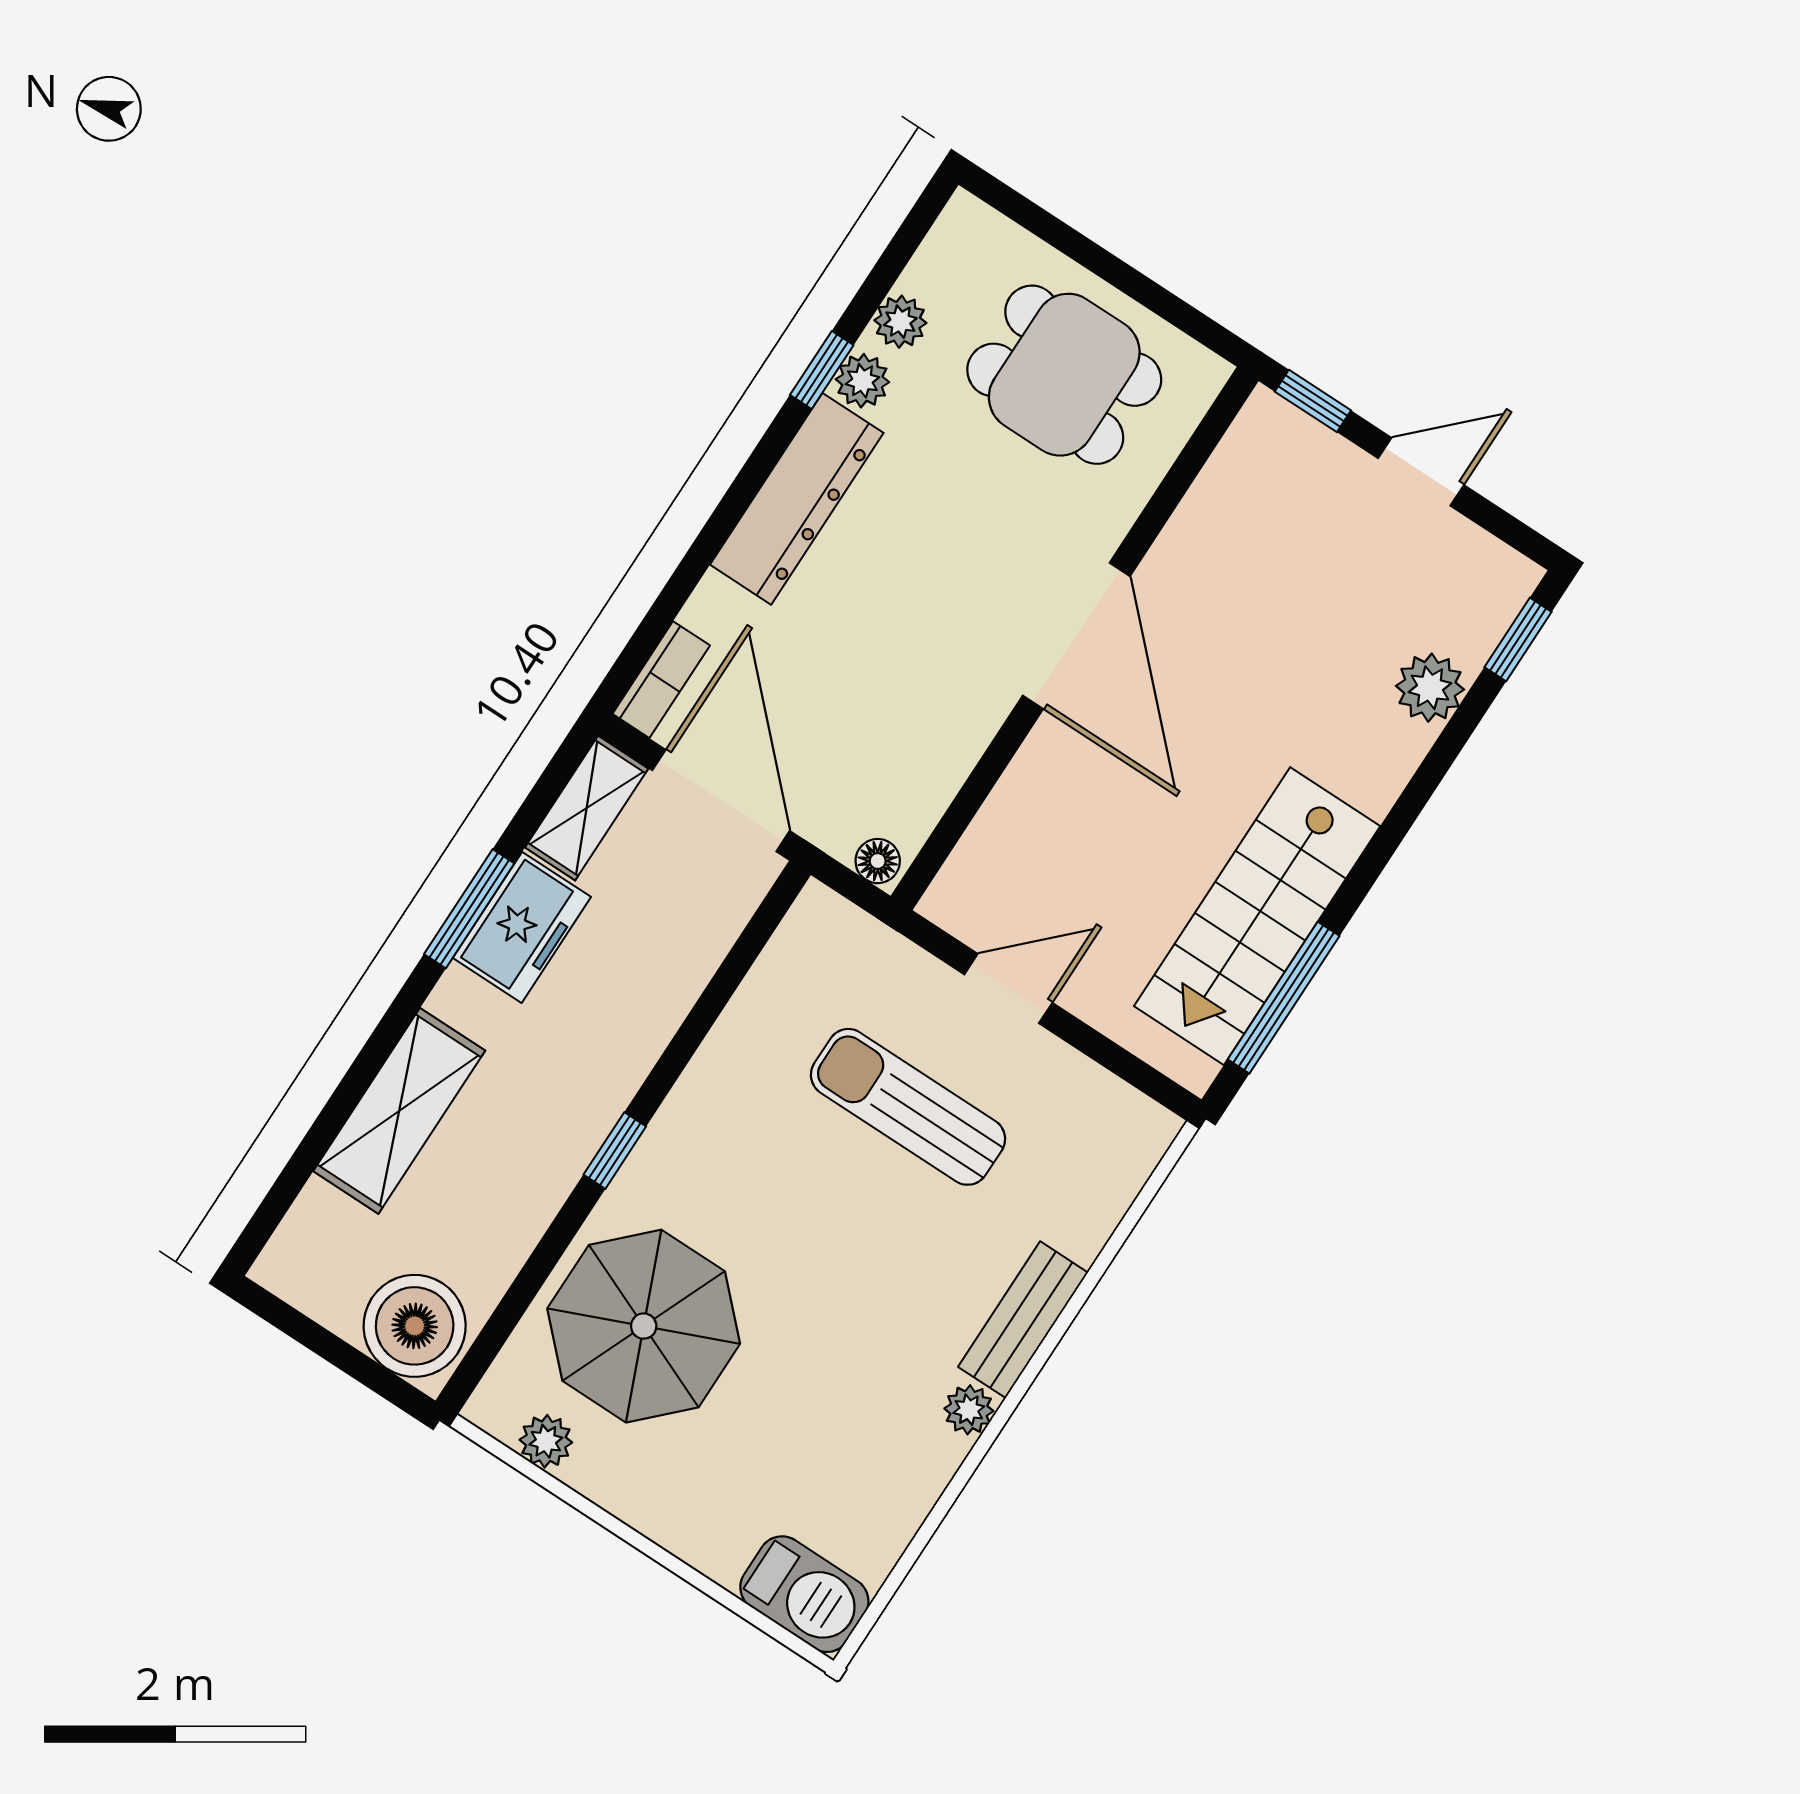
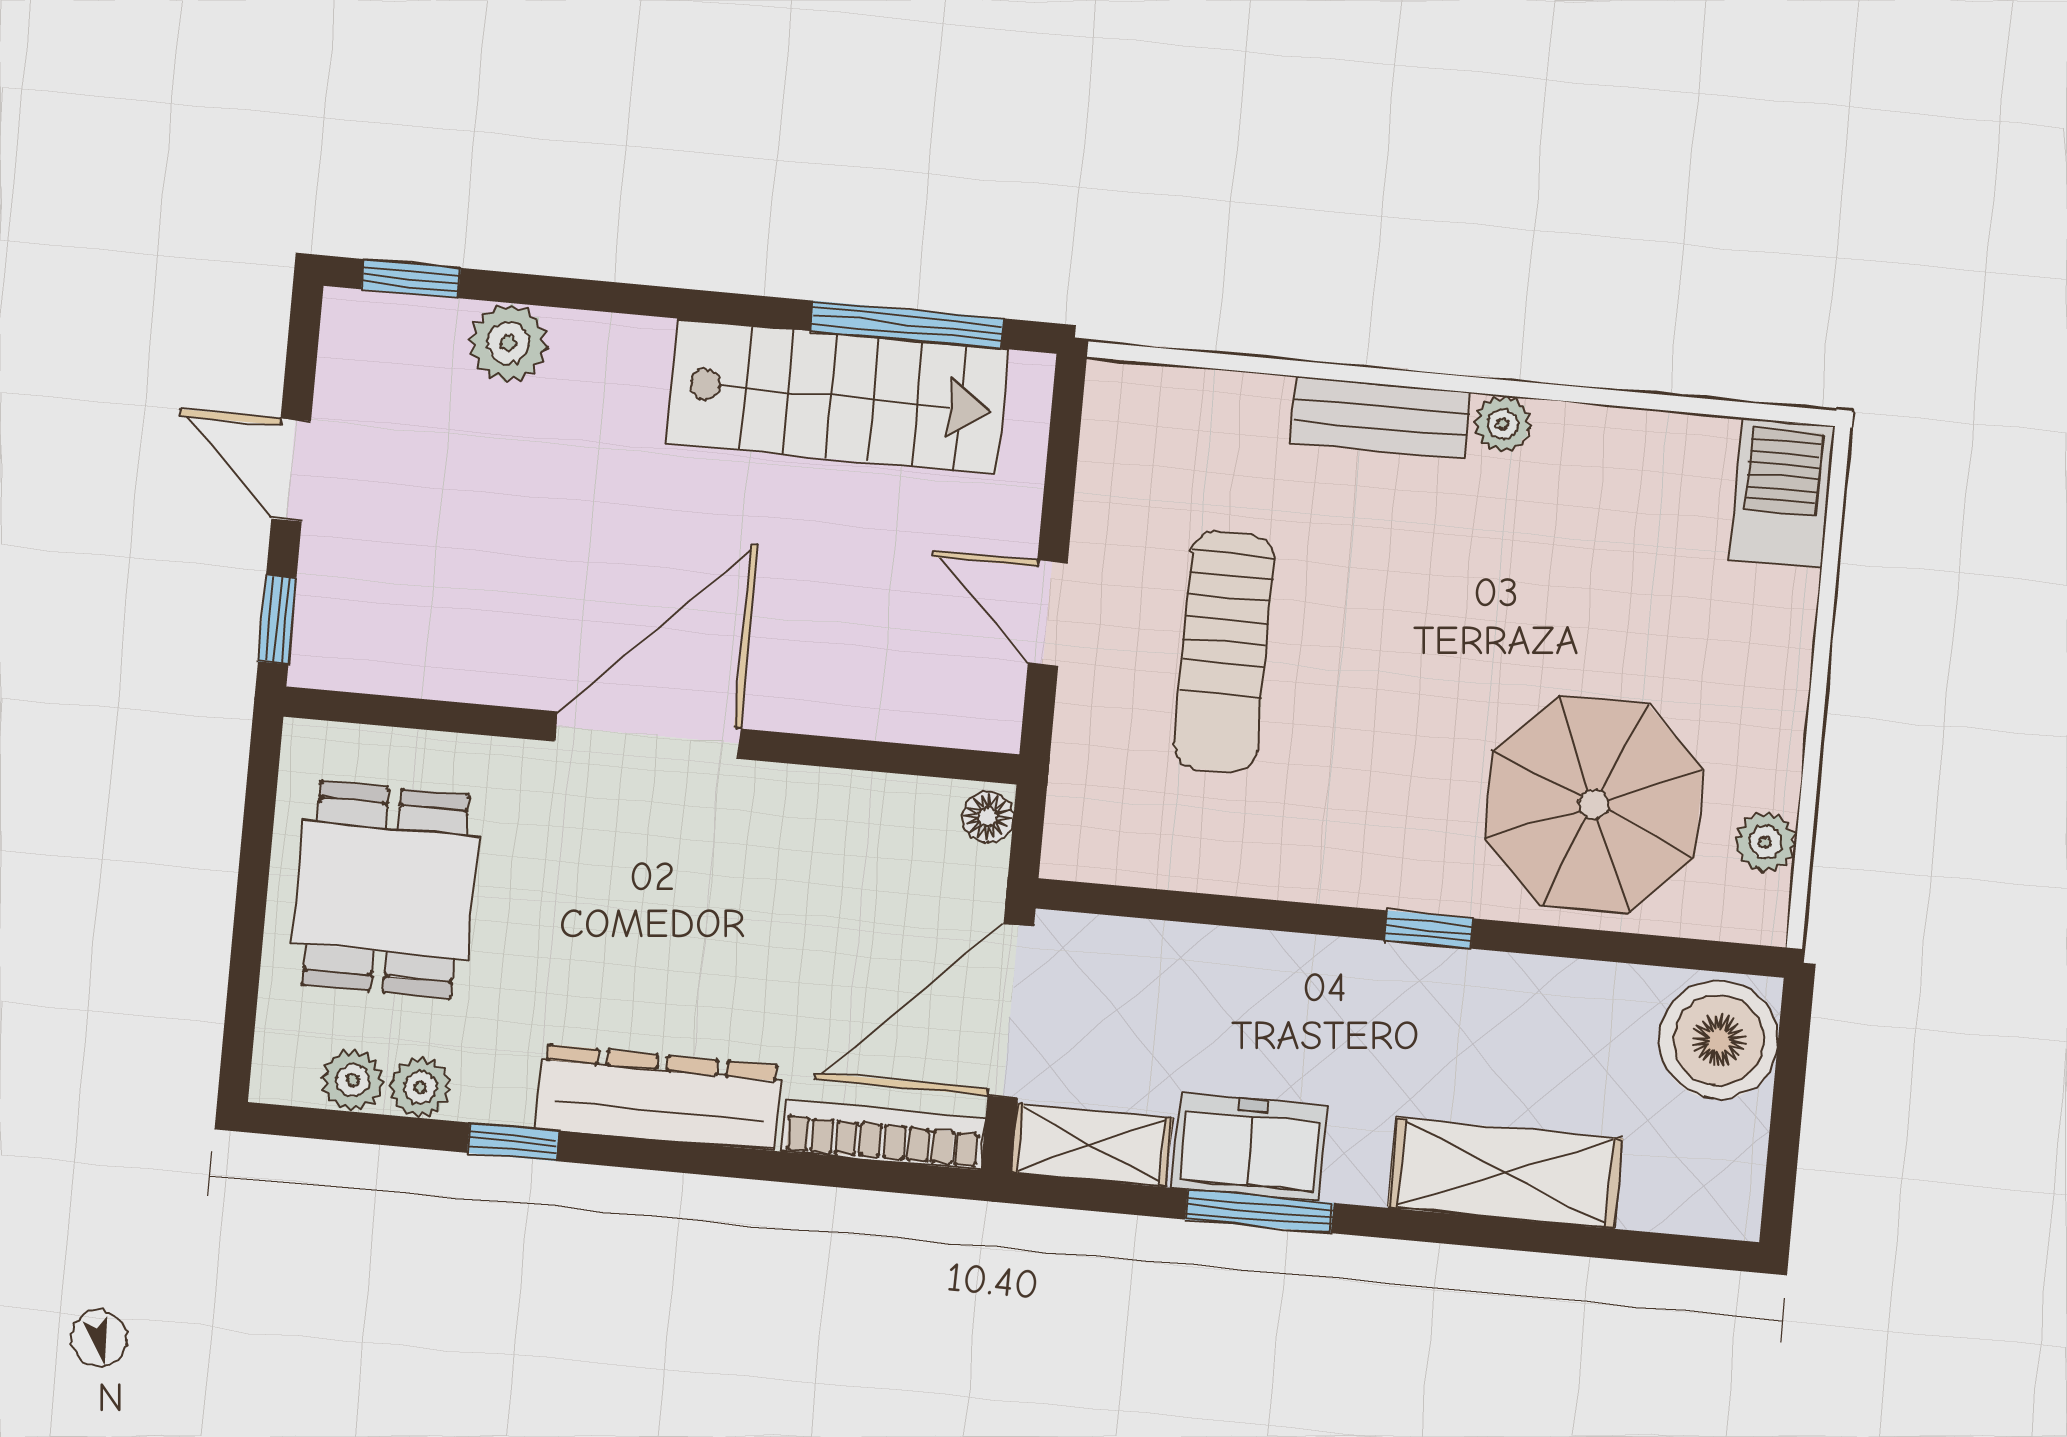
plant: (862, 381) -> (353, 1080), moved
bookcase: (661, 680) -> (883, 1135), width x1.56

